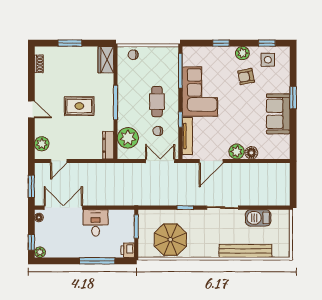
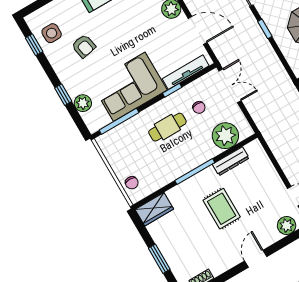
plant: (242, 53) -> (83, 103), moved
dresser: (108, 145) -> (231, 161), moved
double door: (160, 161) -> (230, 86), swing flipped

